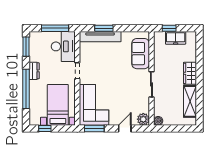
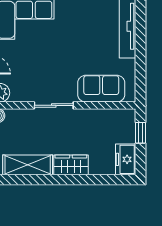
window: (104, 28) -> (140, 32), removed
freezer: (176, 38) -> (126, 159), moved

